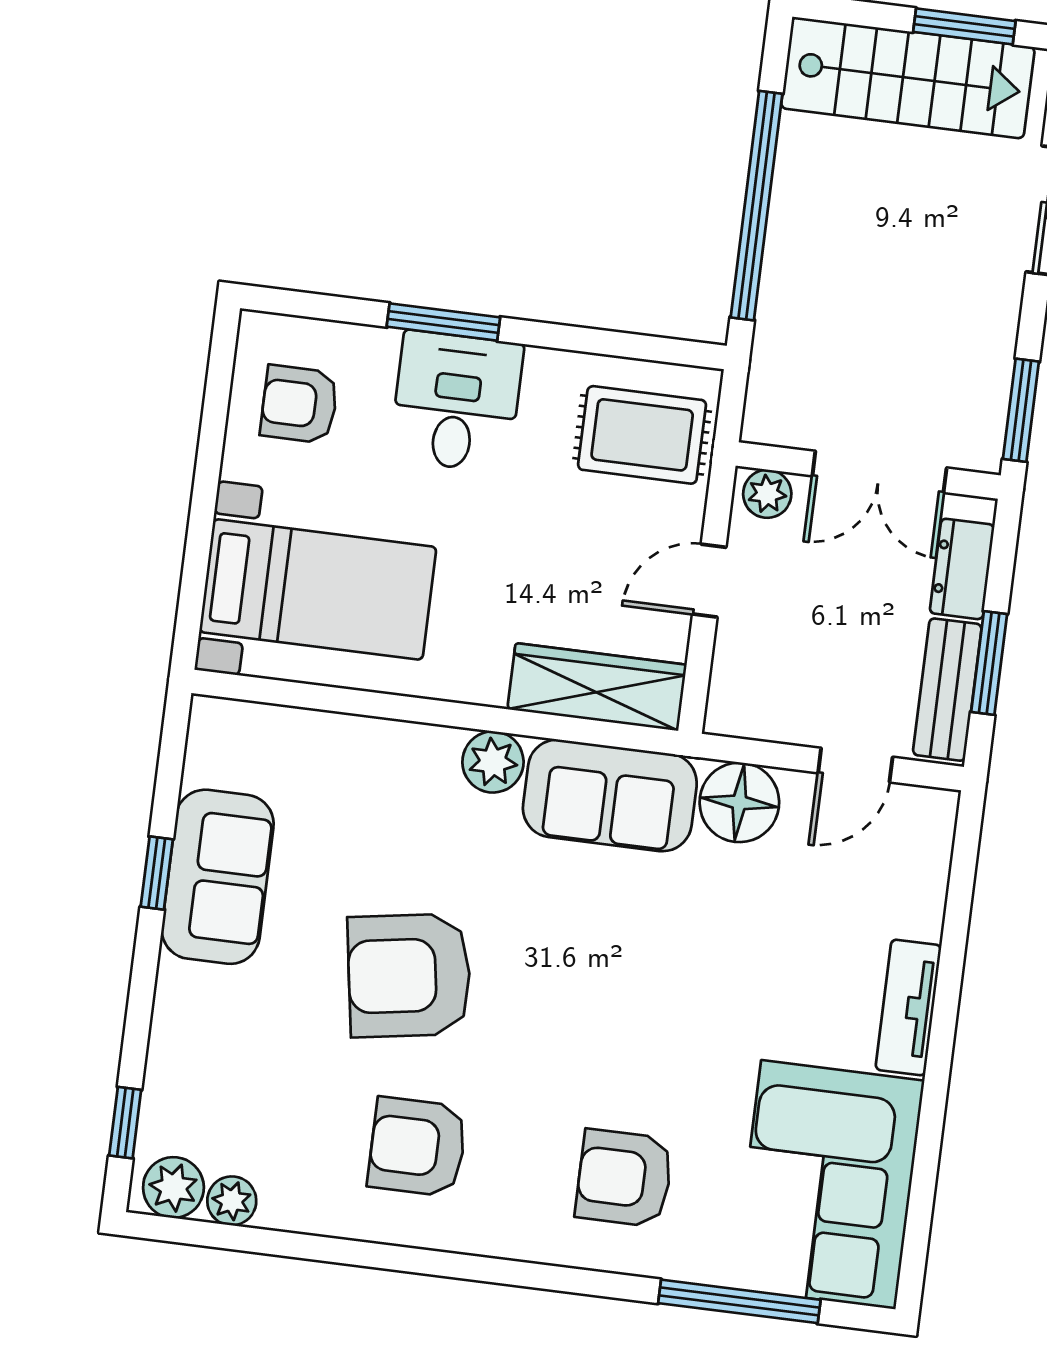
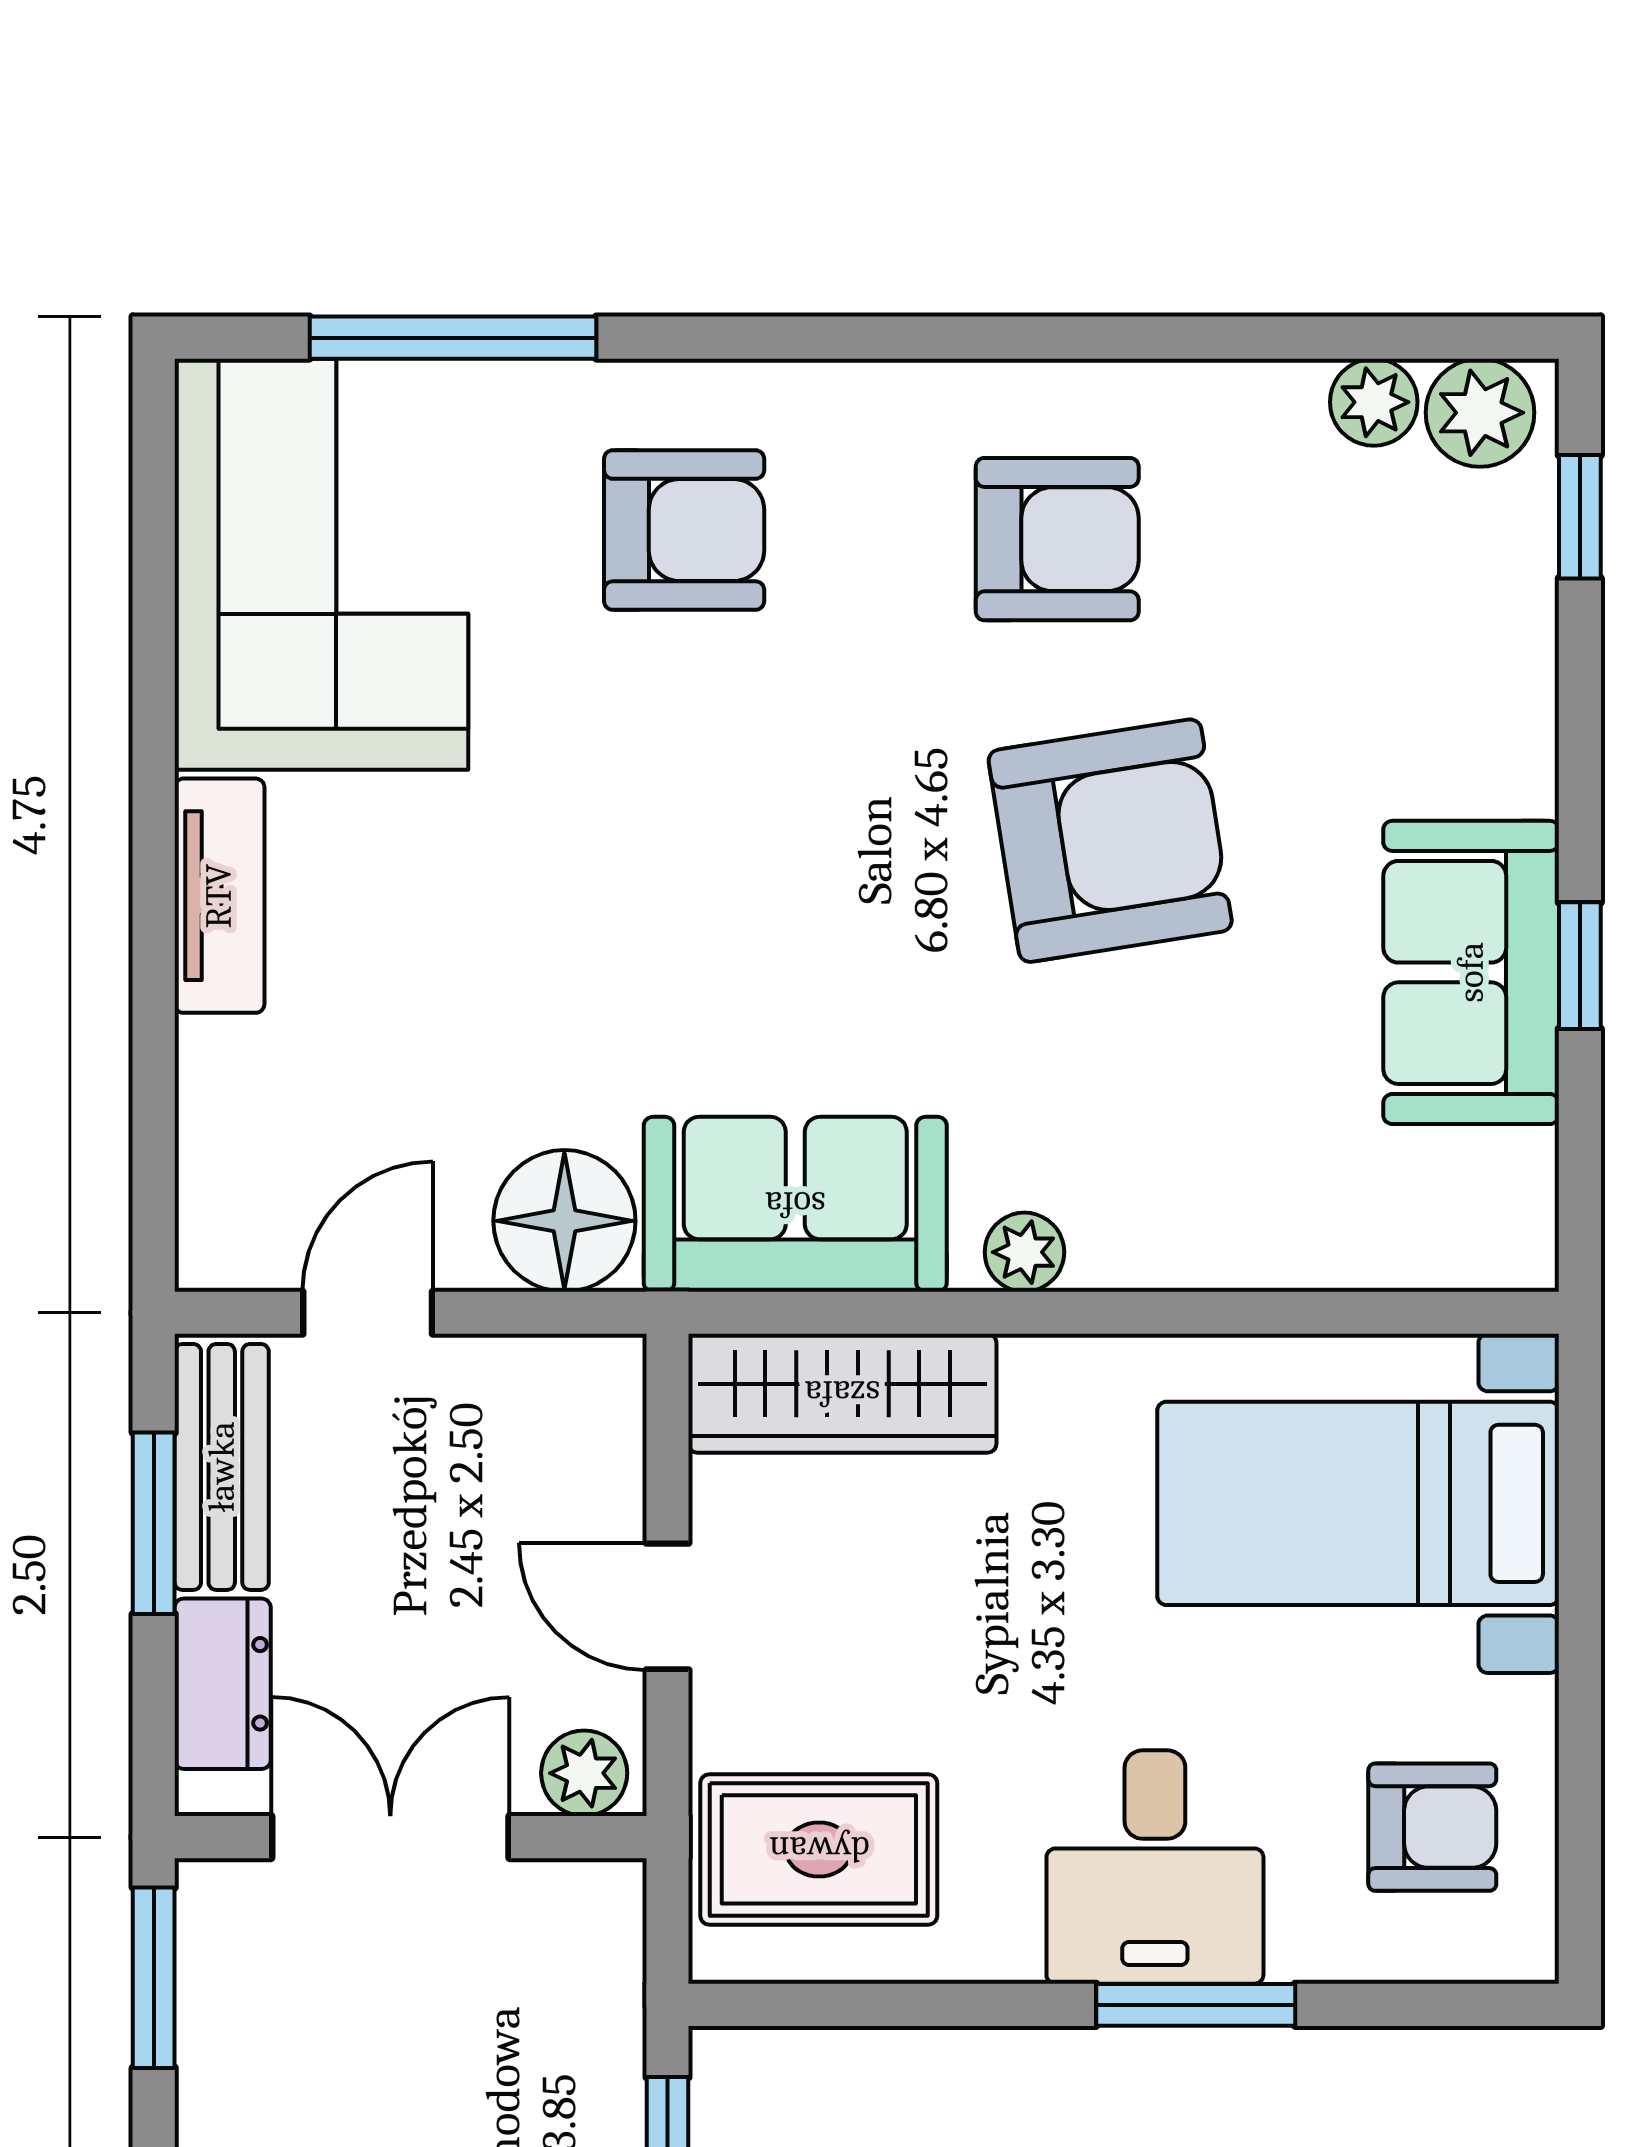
door: (709, 581) -> (668, 1606), swing flipped
plant: (493, 762) -> (1024, 1252), width x0.73, depth x0.73

